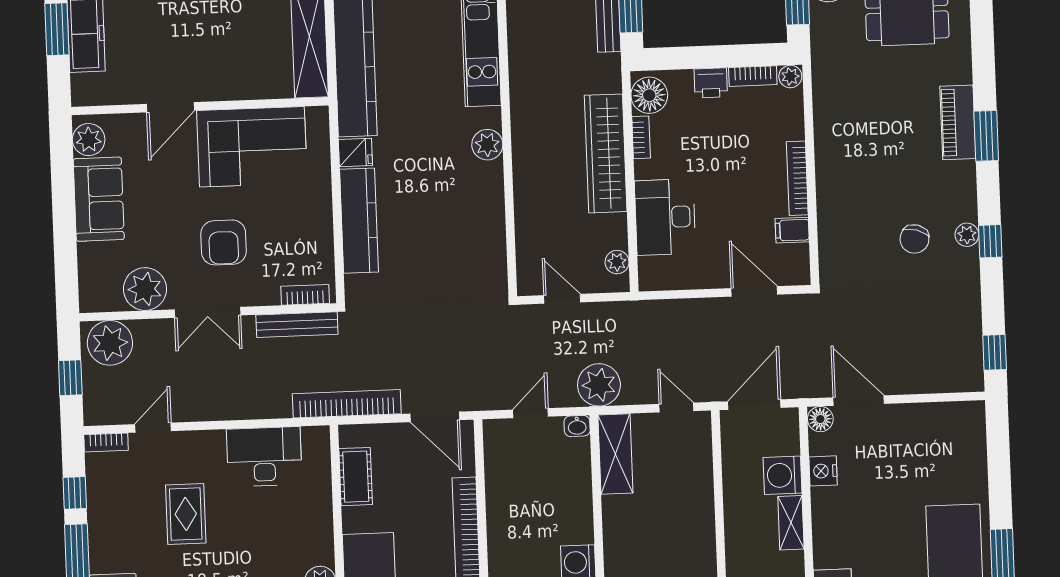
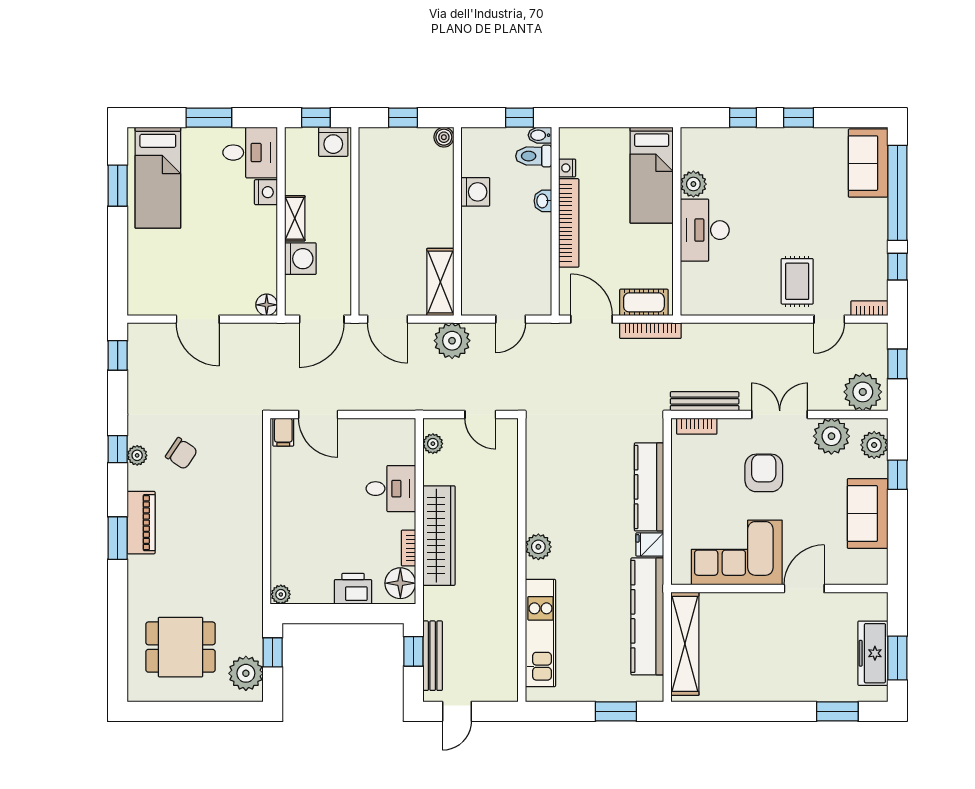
bookcase: (753, 76) -> (312, 596), removed
printer: (711, 83) -> (353, 589), width x1.36, depth x1.24
piano: (958, 122) -> (141, 523), moved
plant: (89, 140) -> (874, 445), moved
bookcase: (797, 178) -> (278, 508), removed
desk: (665, 217) -> (391, 489), width x0.73
filing cabinet: (792, 230) -> (283, 432), moved, turned 90
chair: (914, 239) -> (181, 453), turned 107
window: (65, 246) -> (897, 475), added
door: (859, 401) -> (198, 319), moved
bookcase: (347, 404) -> (650, 331), width x0.68, depth x0.76
door: (676, 408) -> (387, 319), width x1.38
washbasin: (577, 426) -> (543, 201), moved, turned -90
desk: (264, 457) -> (705, 230), moved, turned 90
nightstand: (823, 471) -> (266, 192), moved
cot: (356, 477) -> (644, 302), moved, turned 90
rug: (186, 514) -> (797, 281), moved

